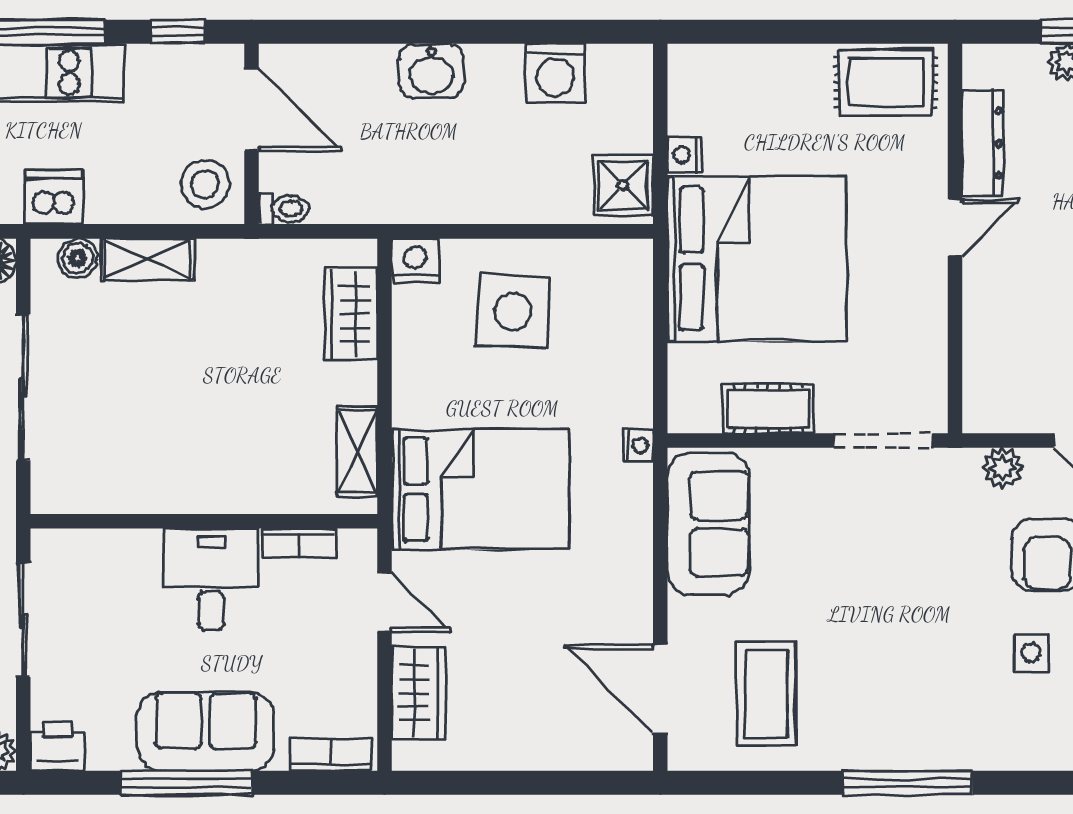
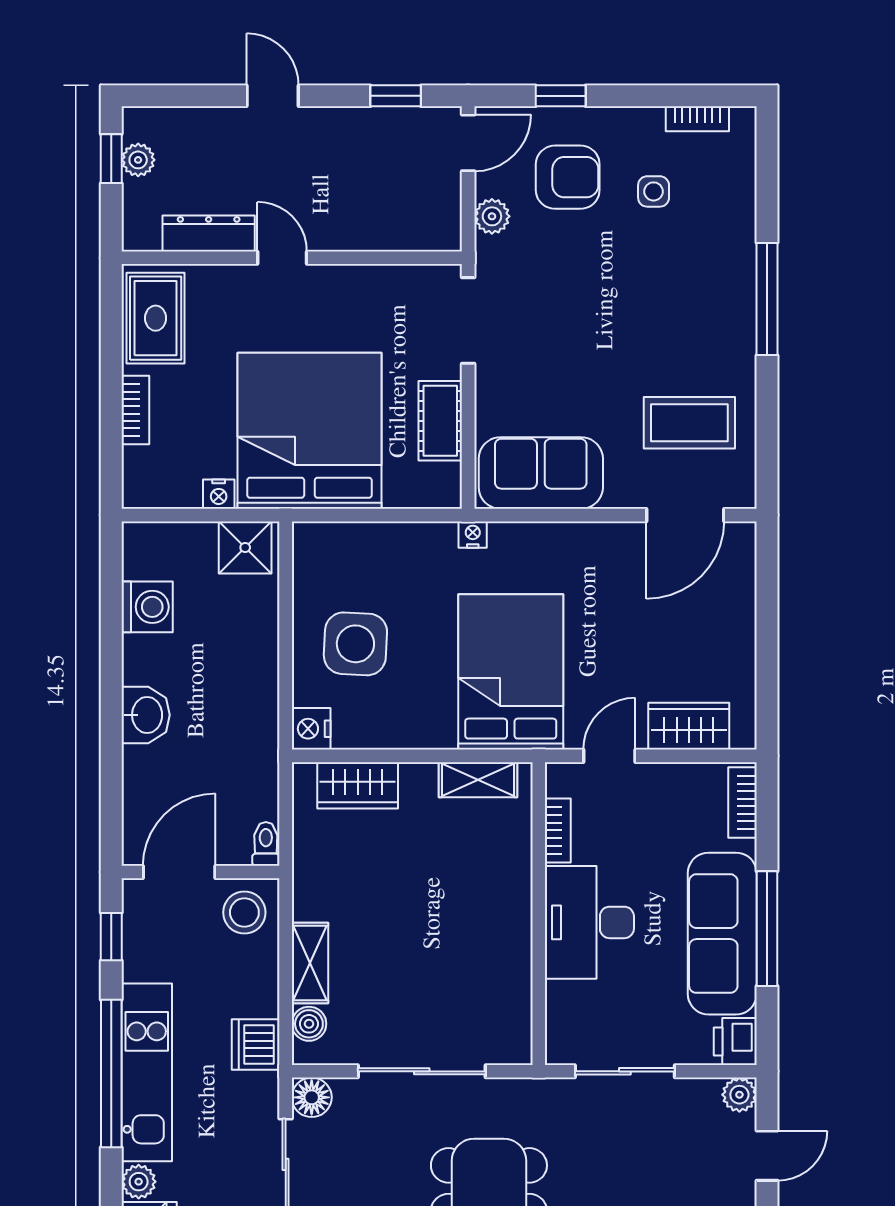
bookcase: (781, 59) -> (135, 410), added
desk: (211, 579) -> (589, 922), width x1.37
sofa: (206, 731) -> (722, 934), width x1.36

